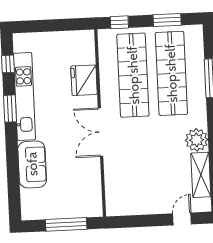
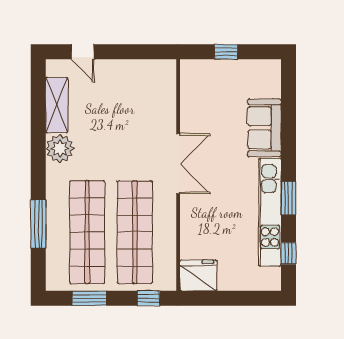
fridge: (84, 80) -> (198, 275), moved, turned -90
door: (182, 219) -> (83, 52), hinge flipped
window: (66, 224) -> (226, 52), width x0.46

